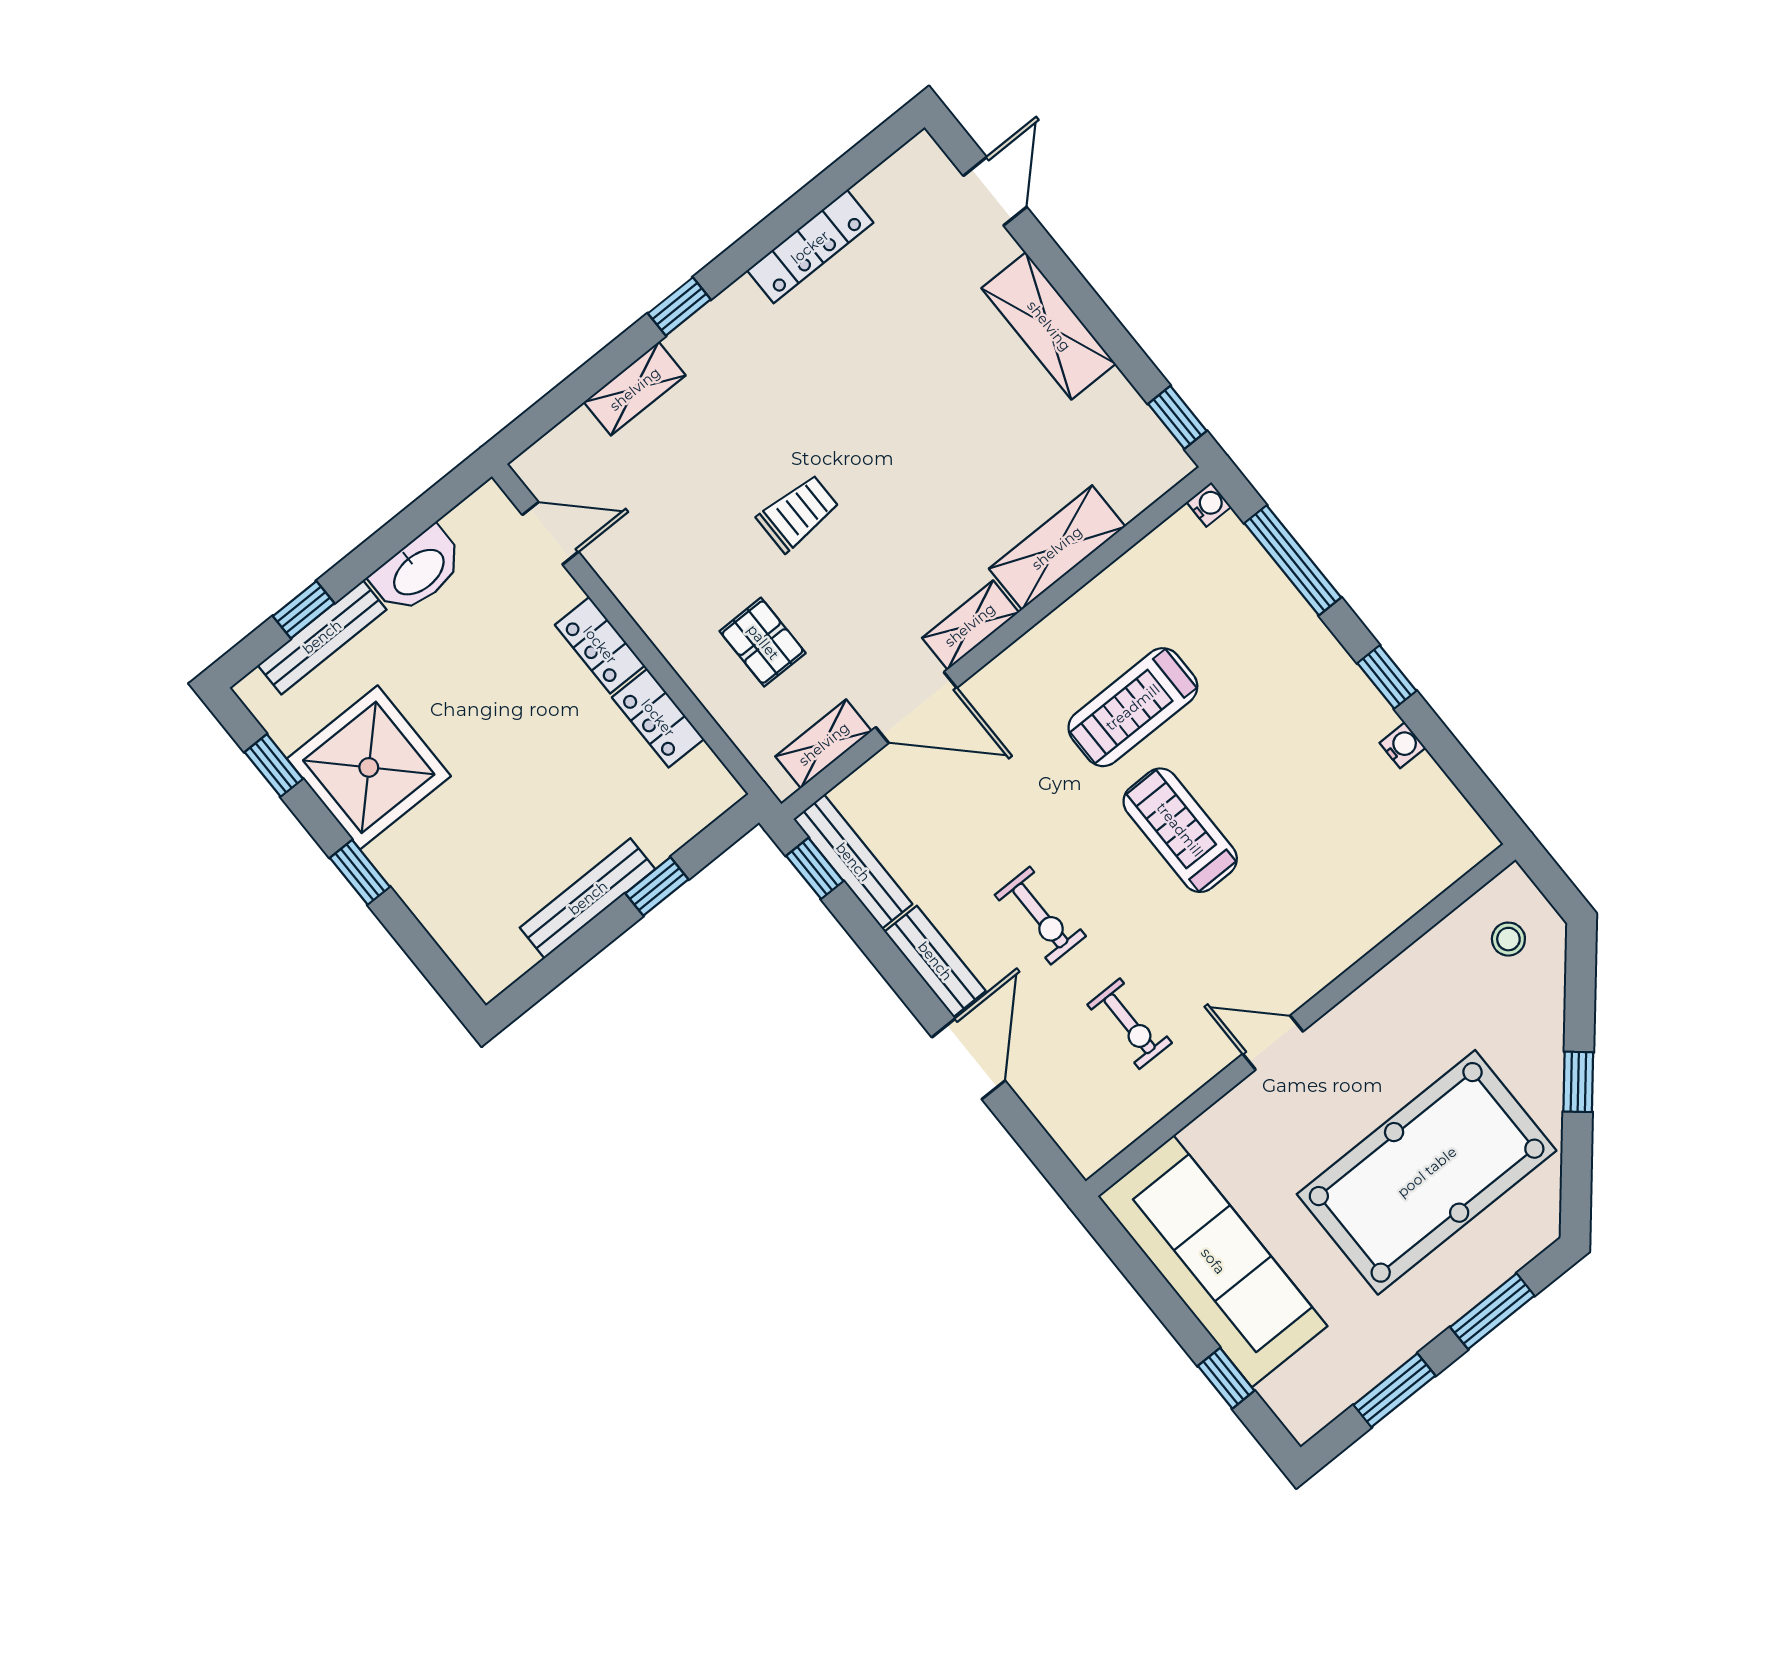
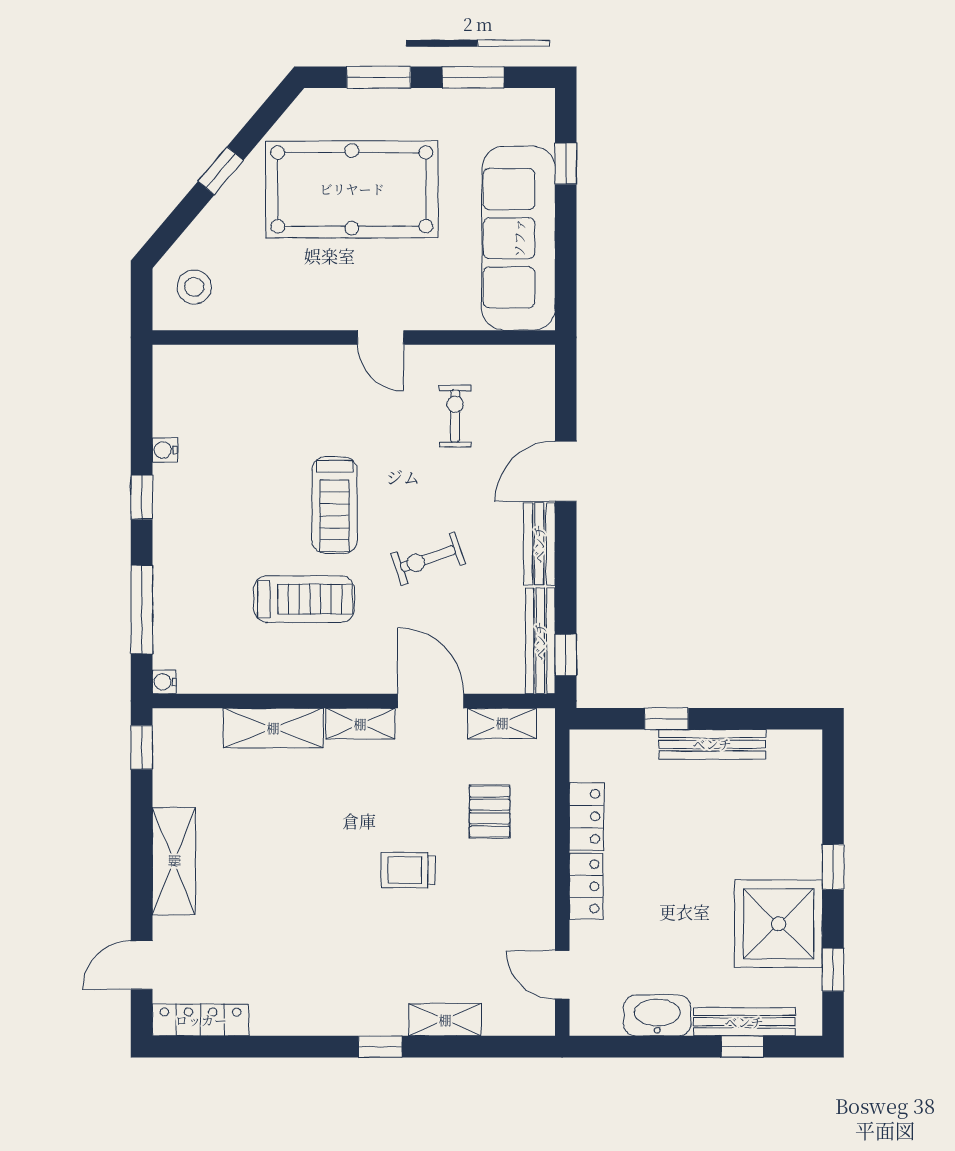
locker: (810, 247) -> (201, 1020), moved
exercise bike: (1040, 916) -> (428, 559), moved, turned -109
stool: (1508, 939) -> (194, 287), width x1.37, depth x1.37

